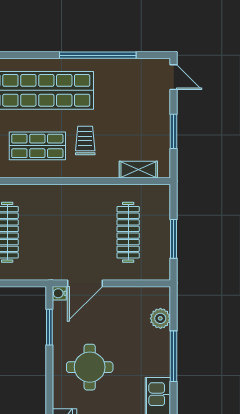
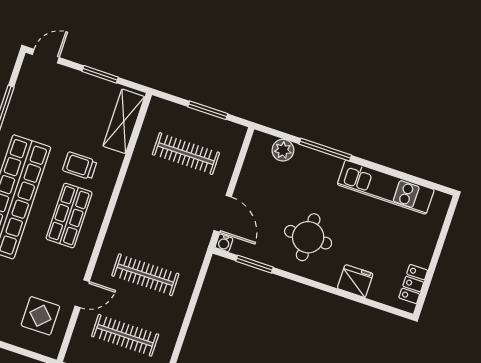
shelving: (138, 170) -> (124, 121), width x1.50, depth x1.33

